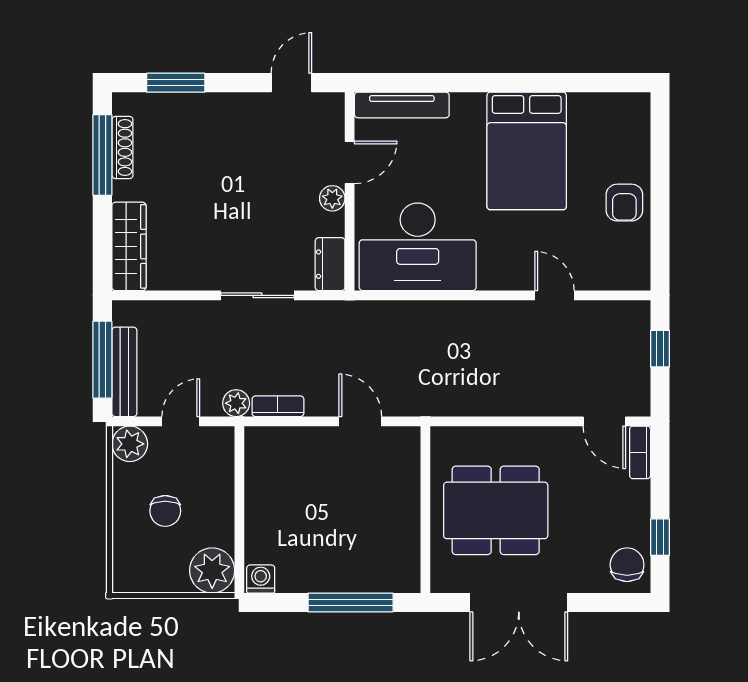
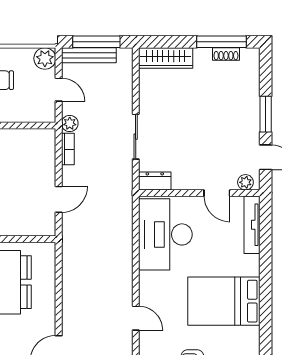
window: (176, 83) -> (266, 114), moved
shoe rack: (122, 148) -> (226, 54), width x0.70
plant: (332, 198) -> (245, 182), moved
door: (554, 295) -> (136, 318), hinge flipped

